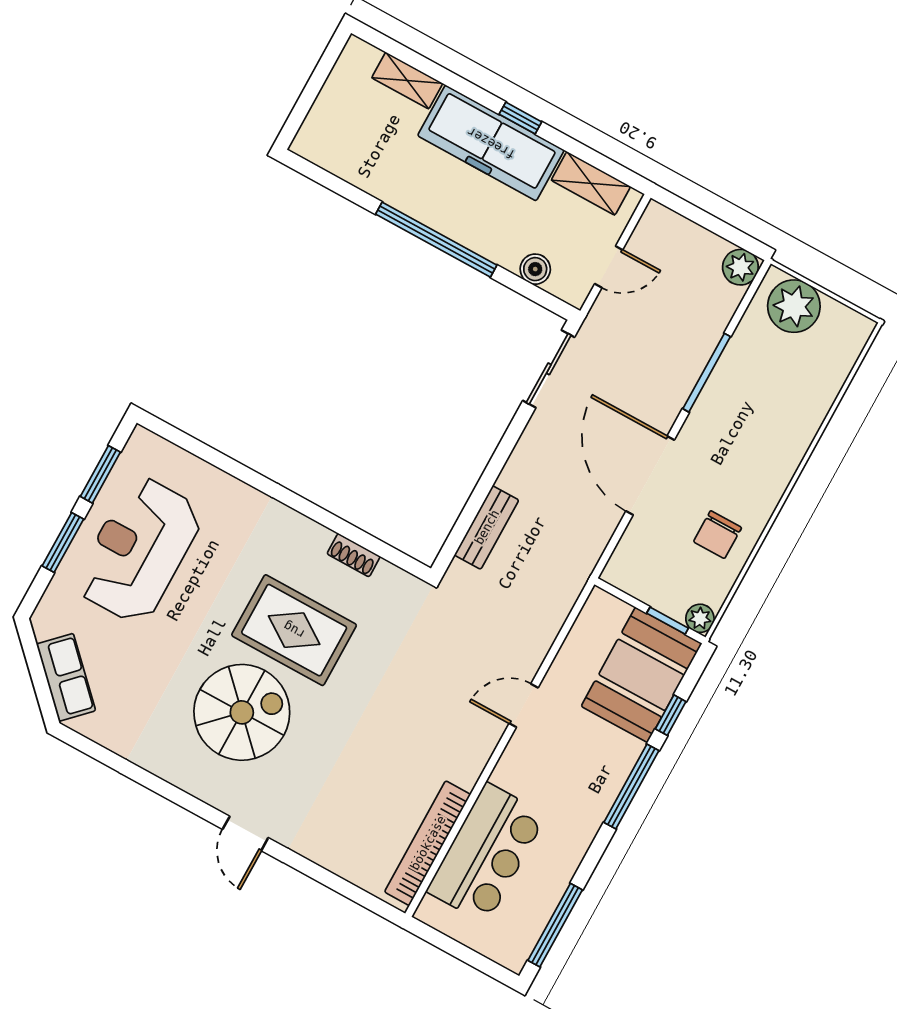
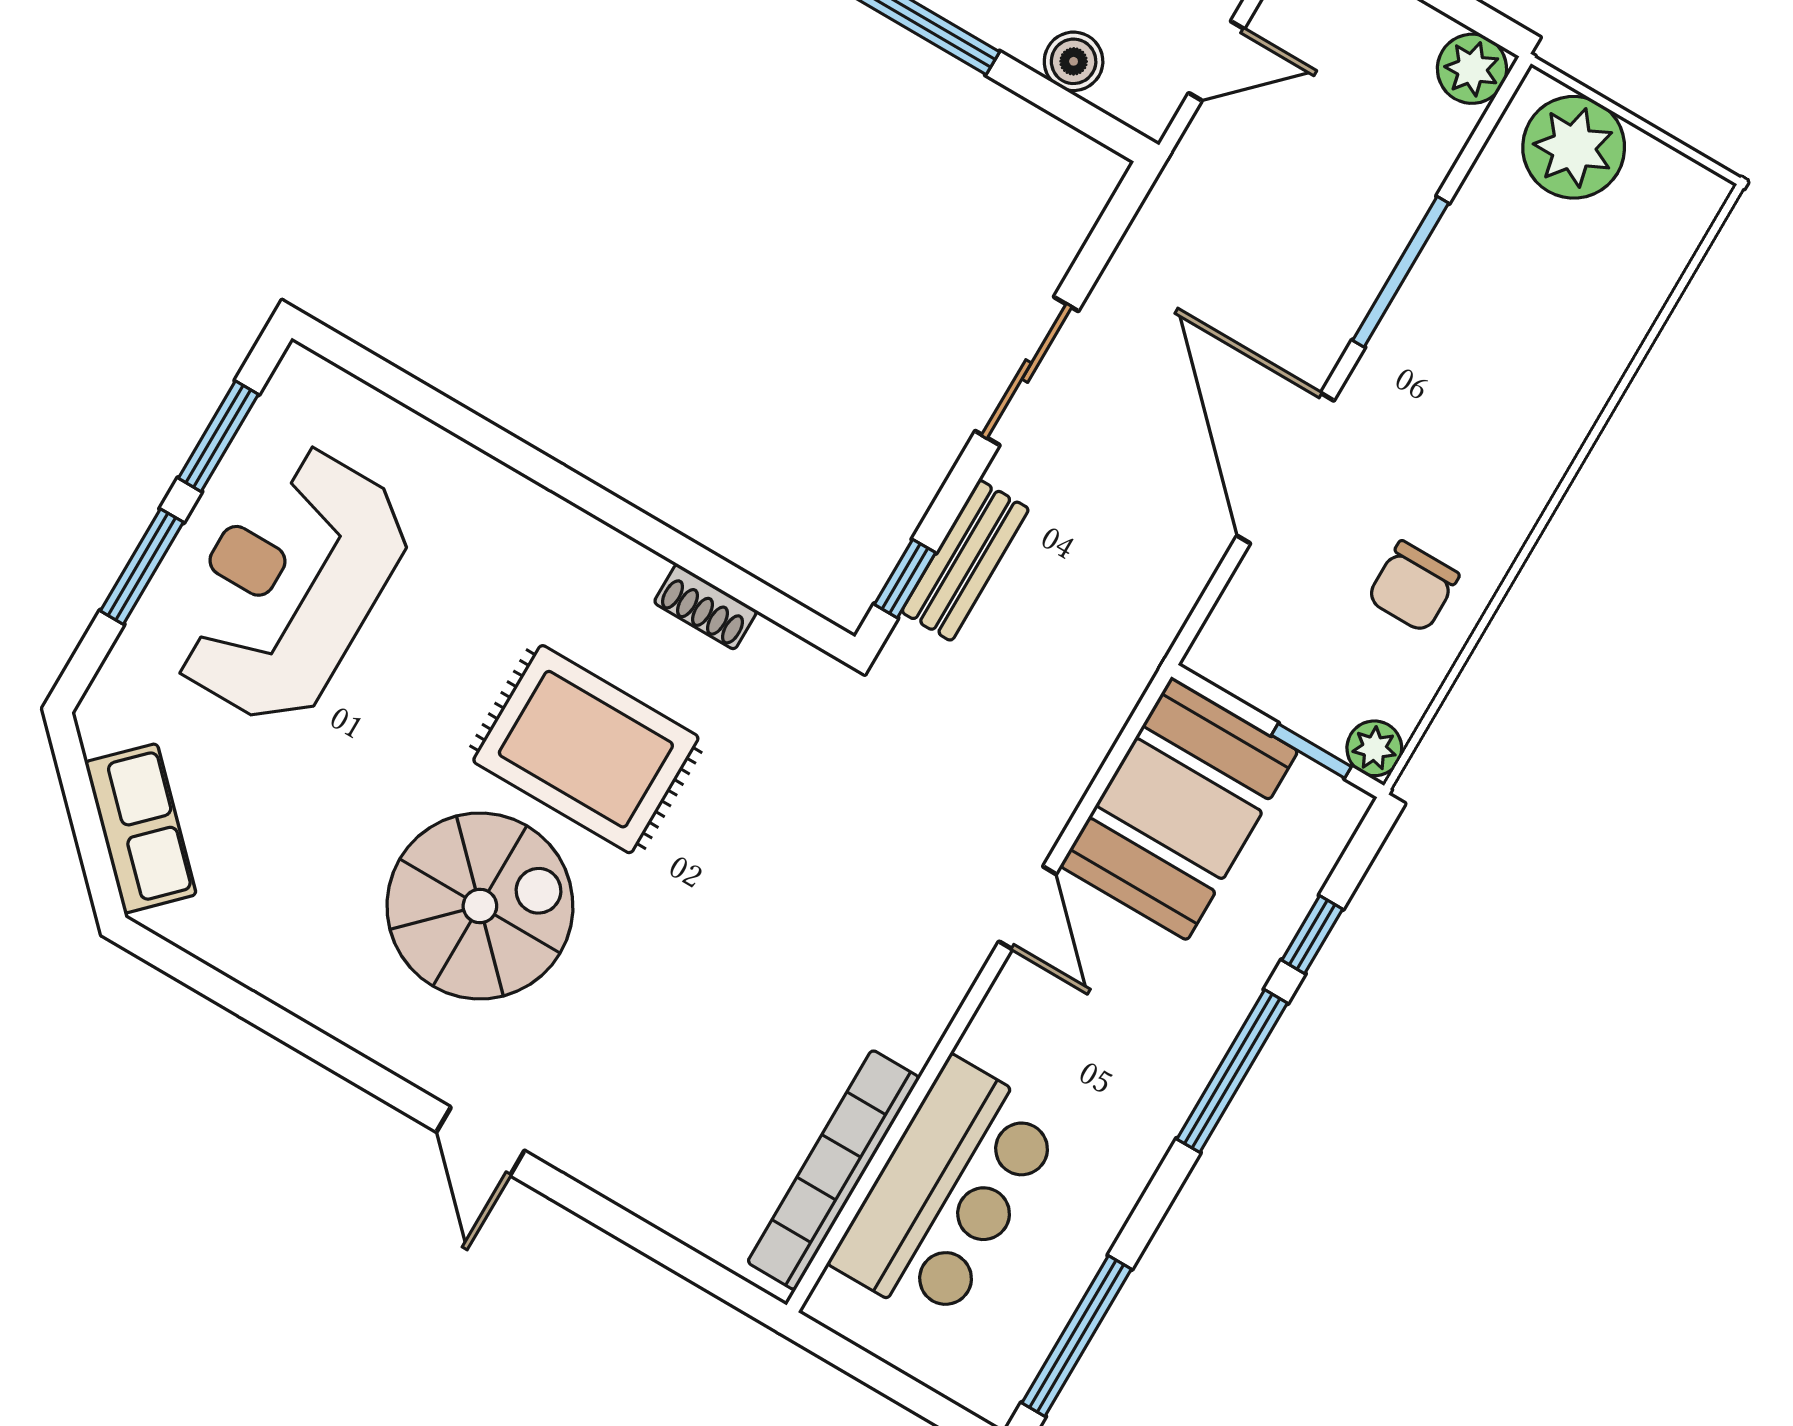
sliding door: (549, 369) -> (1027, 371), moved
window: (456, 538) -> (905, 579), added
booth: (642, 675) -> (1179, 809), moved
door: (524, 705) -> (1028, 908), swing flipped

